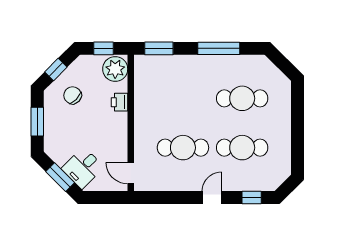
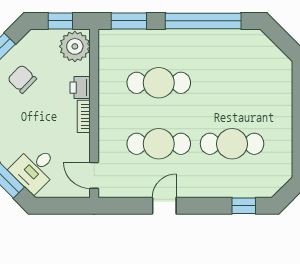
window: (219, 48) -> (203, 21), width x1.46
cafe table: (242, 98) -> (159, 83), moved
bookcase: (122, 126) -> (84, 116), added
door: (212, 198) -> (164, 206), moved

